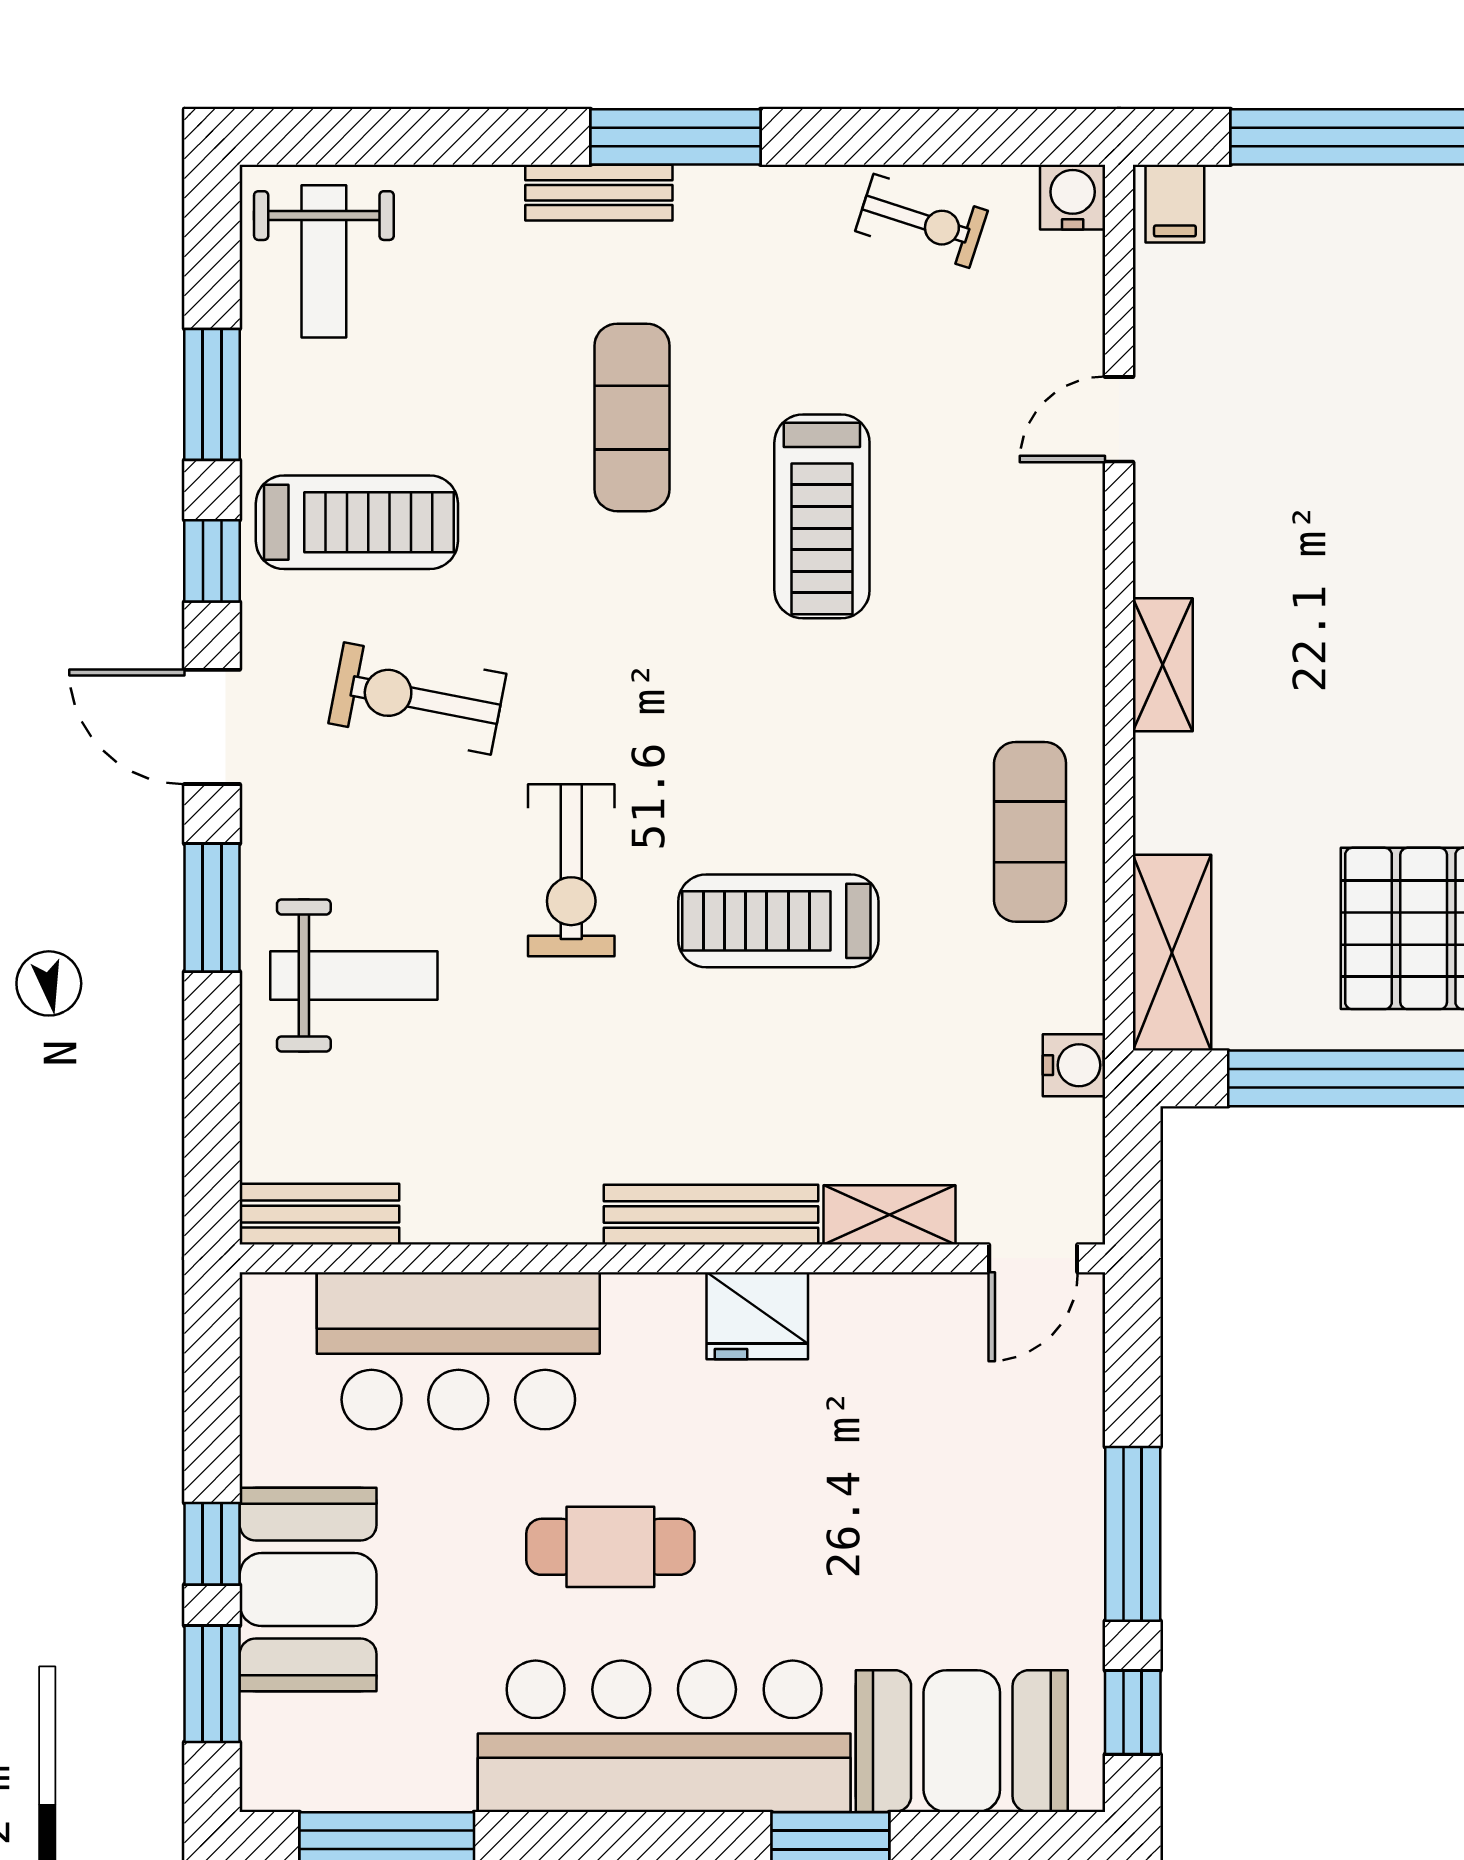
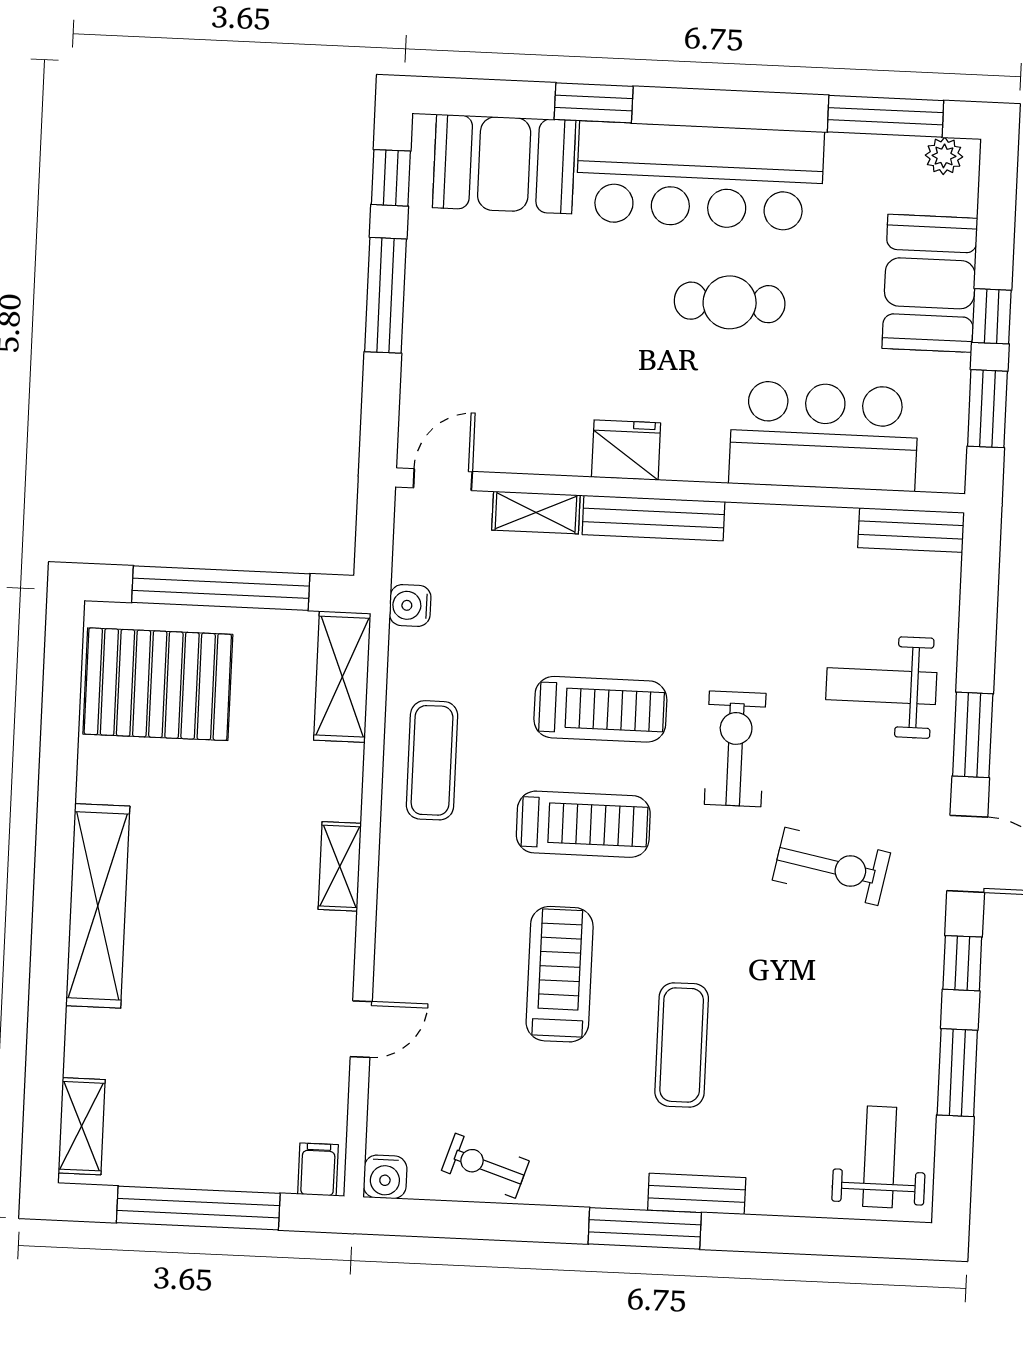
treadmill: (357, 522) -> (583, 824), moved, turned 180
window: (212, 1684) -> (987, 409), moved
plant: (295, 1784) -> (944, 156), added

